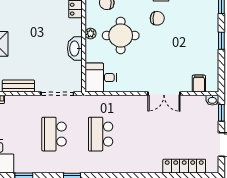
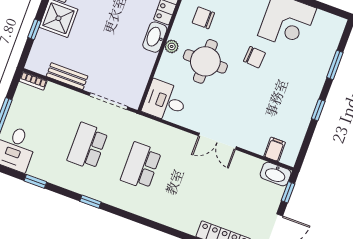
washbasin: (75, 49) -> (155, 37), moved
double door: (164, 94) -> (217, 141), moved
washbasin: (212, 100) -> (276, 174), width x1.91, depth x1.45

